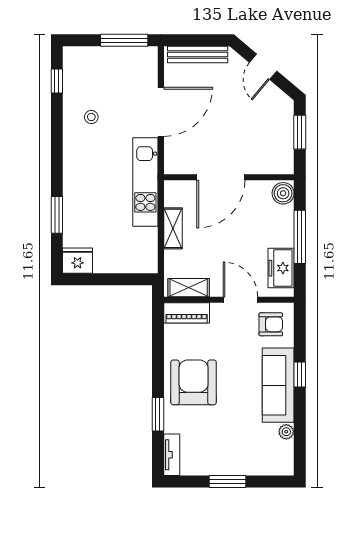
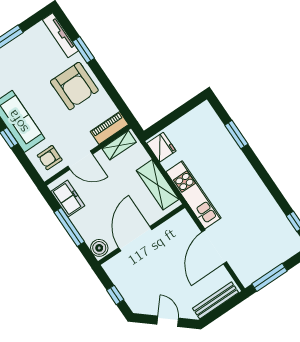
stool: (91, 117) -> (257, 213), removed
window: (300, 132) -> (115, 295), width x0.67
door: (221, 177) -> (135, 239), moved
shelving: (173, 228) -> (158, 185), width x1.50, depth x1.33
fridge: (77, 261) -> (161, 147), moved, turned -90
tv unit: (172, 455) -> (60, 35), width x1.41

